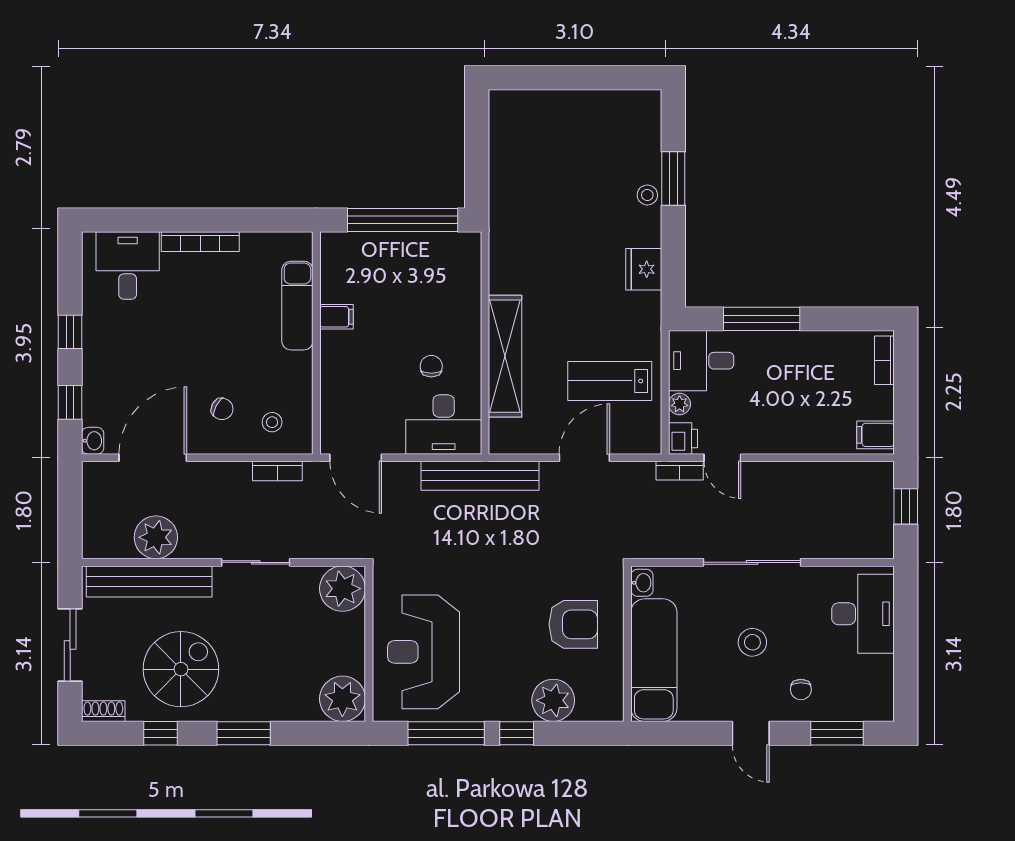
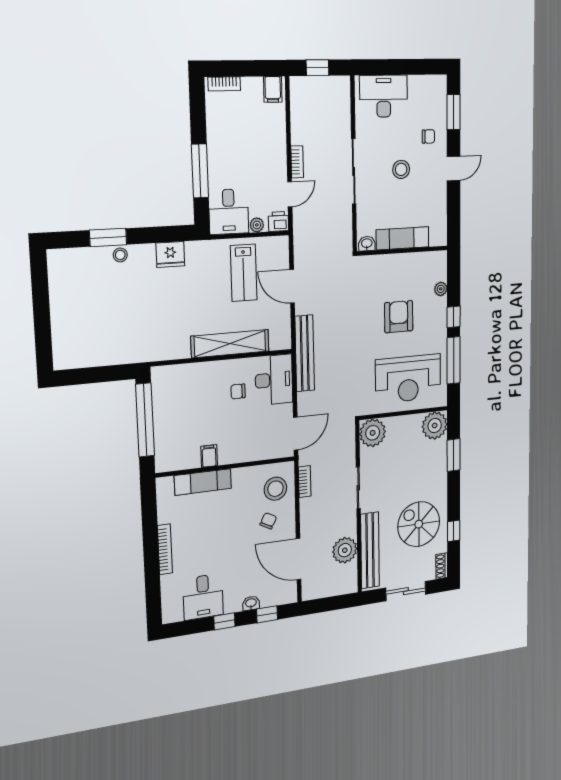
desk: (128, 266) -> (203, 597), moved, turned -90
stool: (272, 422) -> (275, 489), width x1.89, depth x1.89
washbasin: (93, 441) -> (251, 603), moved
bookcase: (680, 471) -> (297, 162), moved
armchair: (573, 624) -> (399, 317), moved
exam couch: (654, 660) -> (403, 238), width x0.73, depth x0.69
plant: (553, 700) -> (441, 289), width x0.53, depth x0.53
window: (244, 733) -> (454, 455), moved

